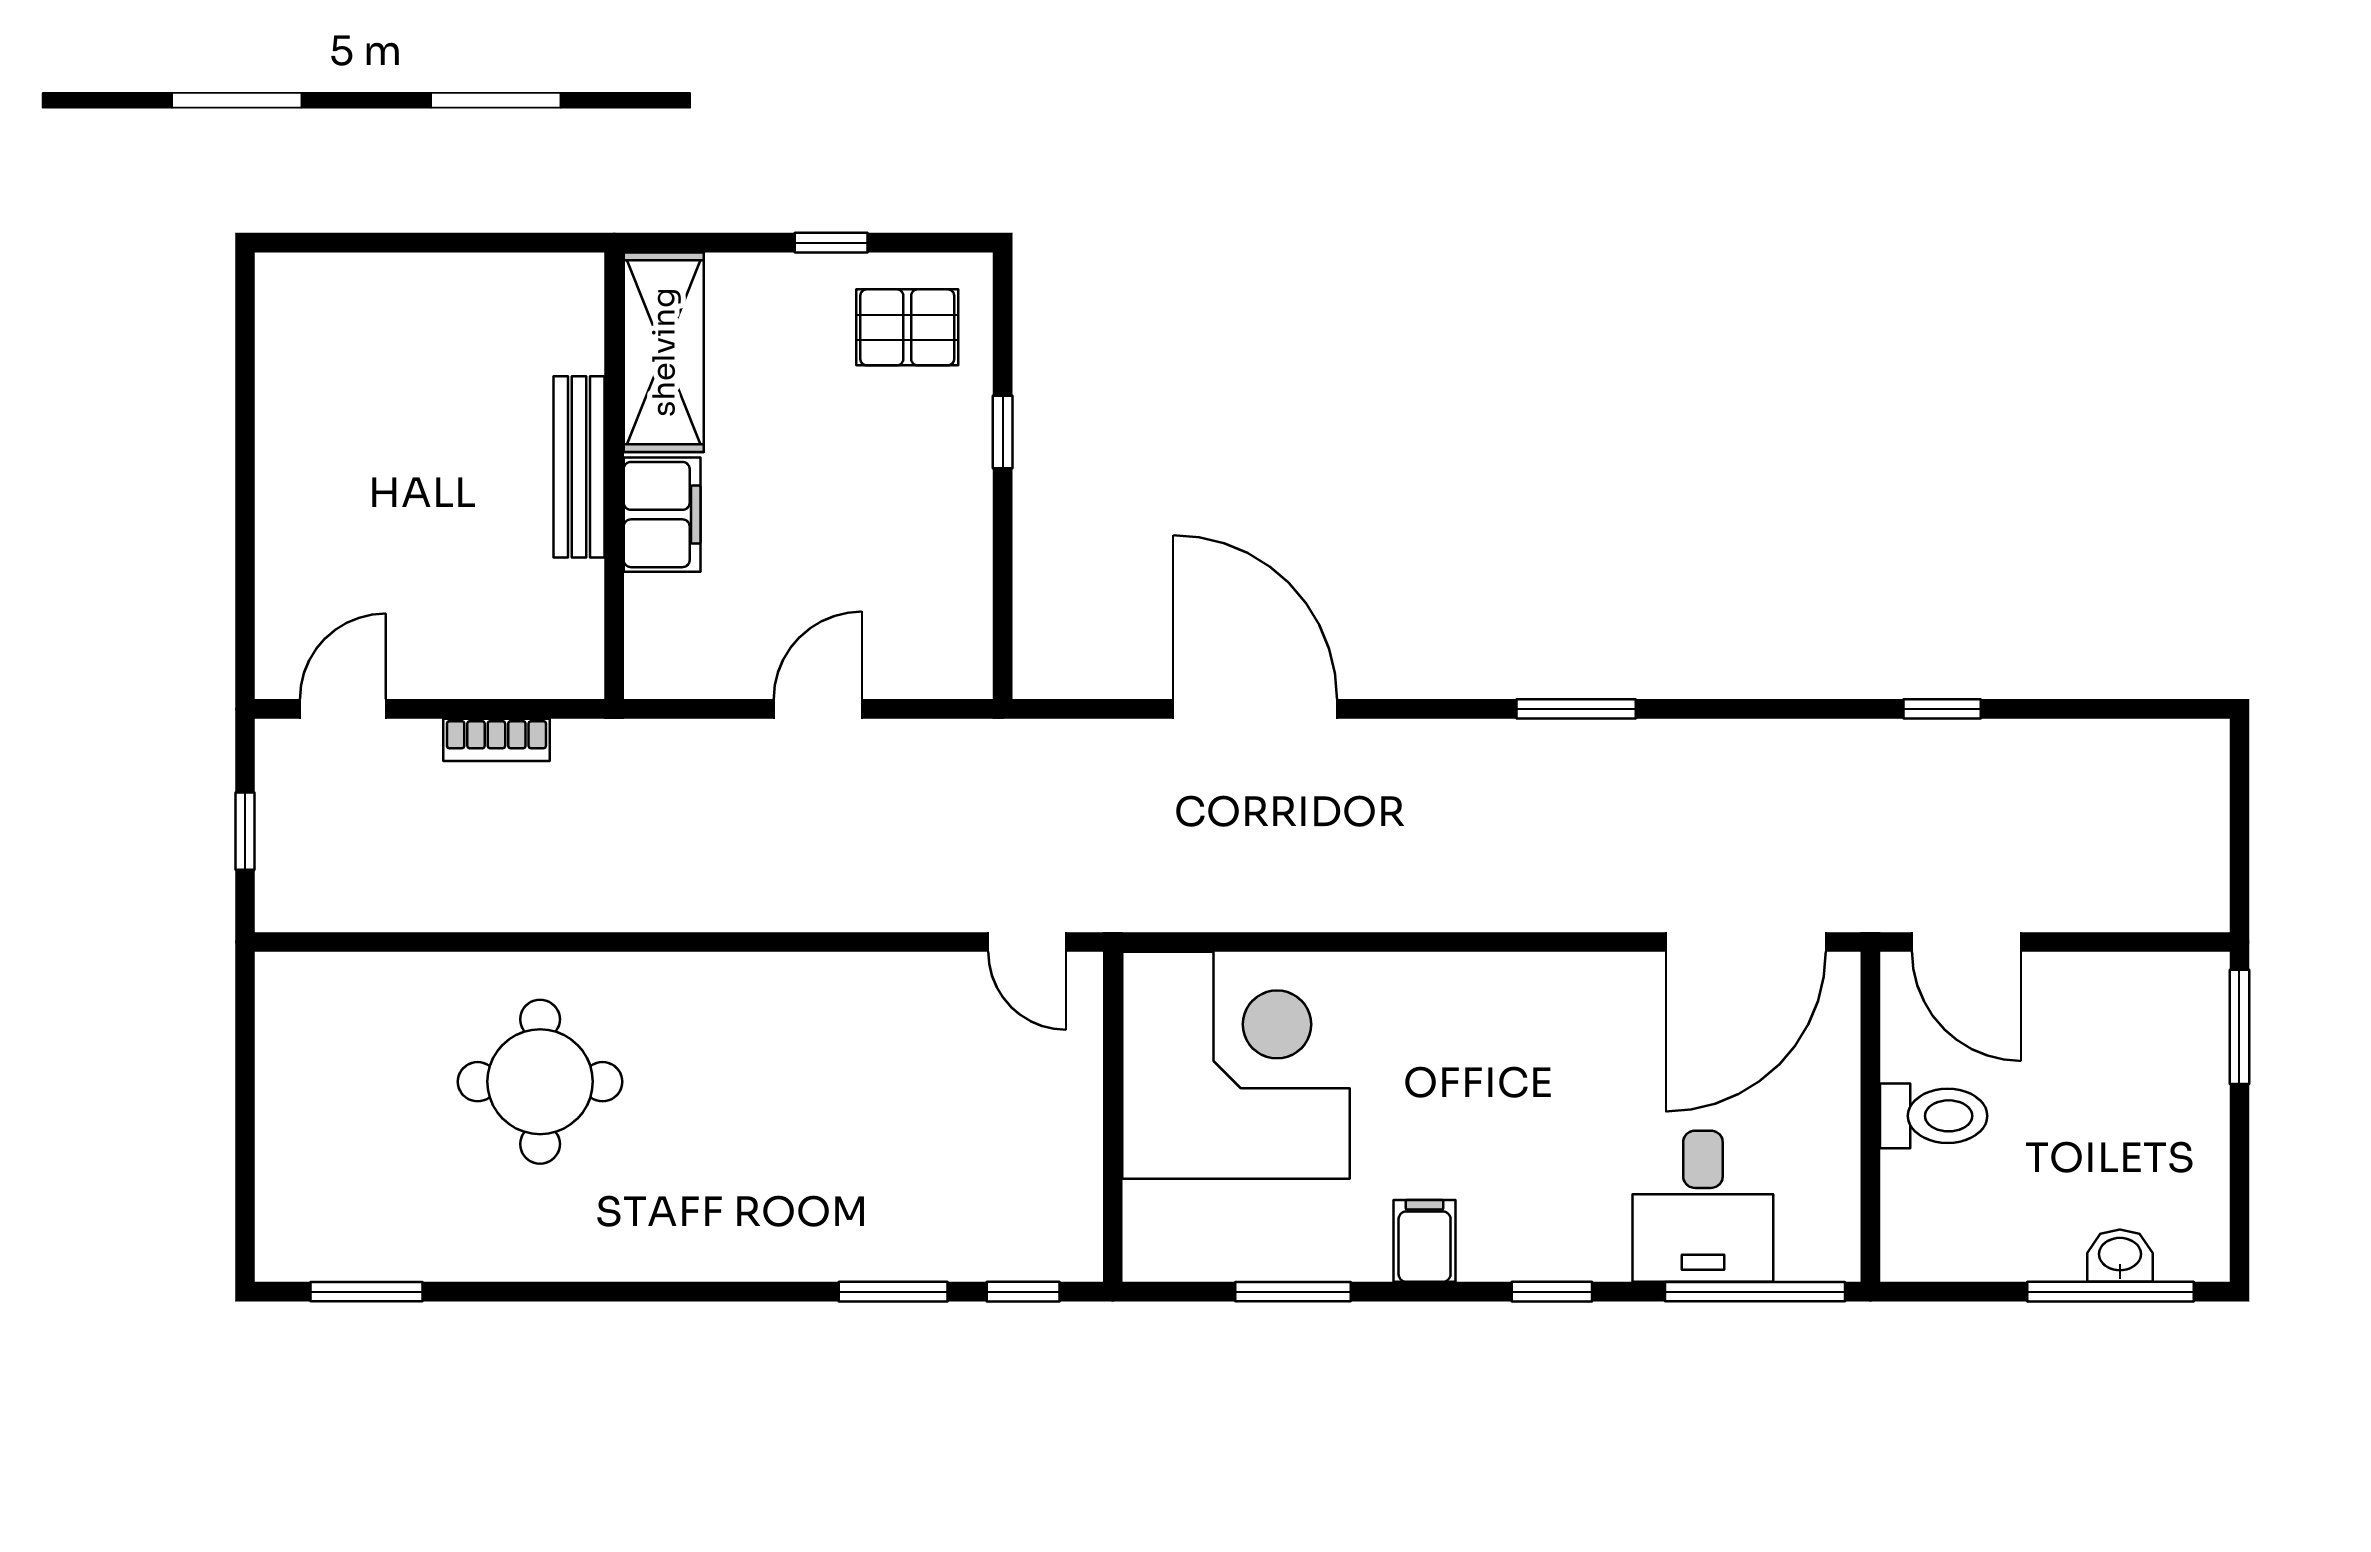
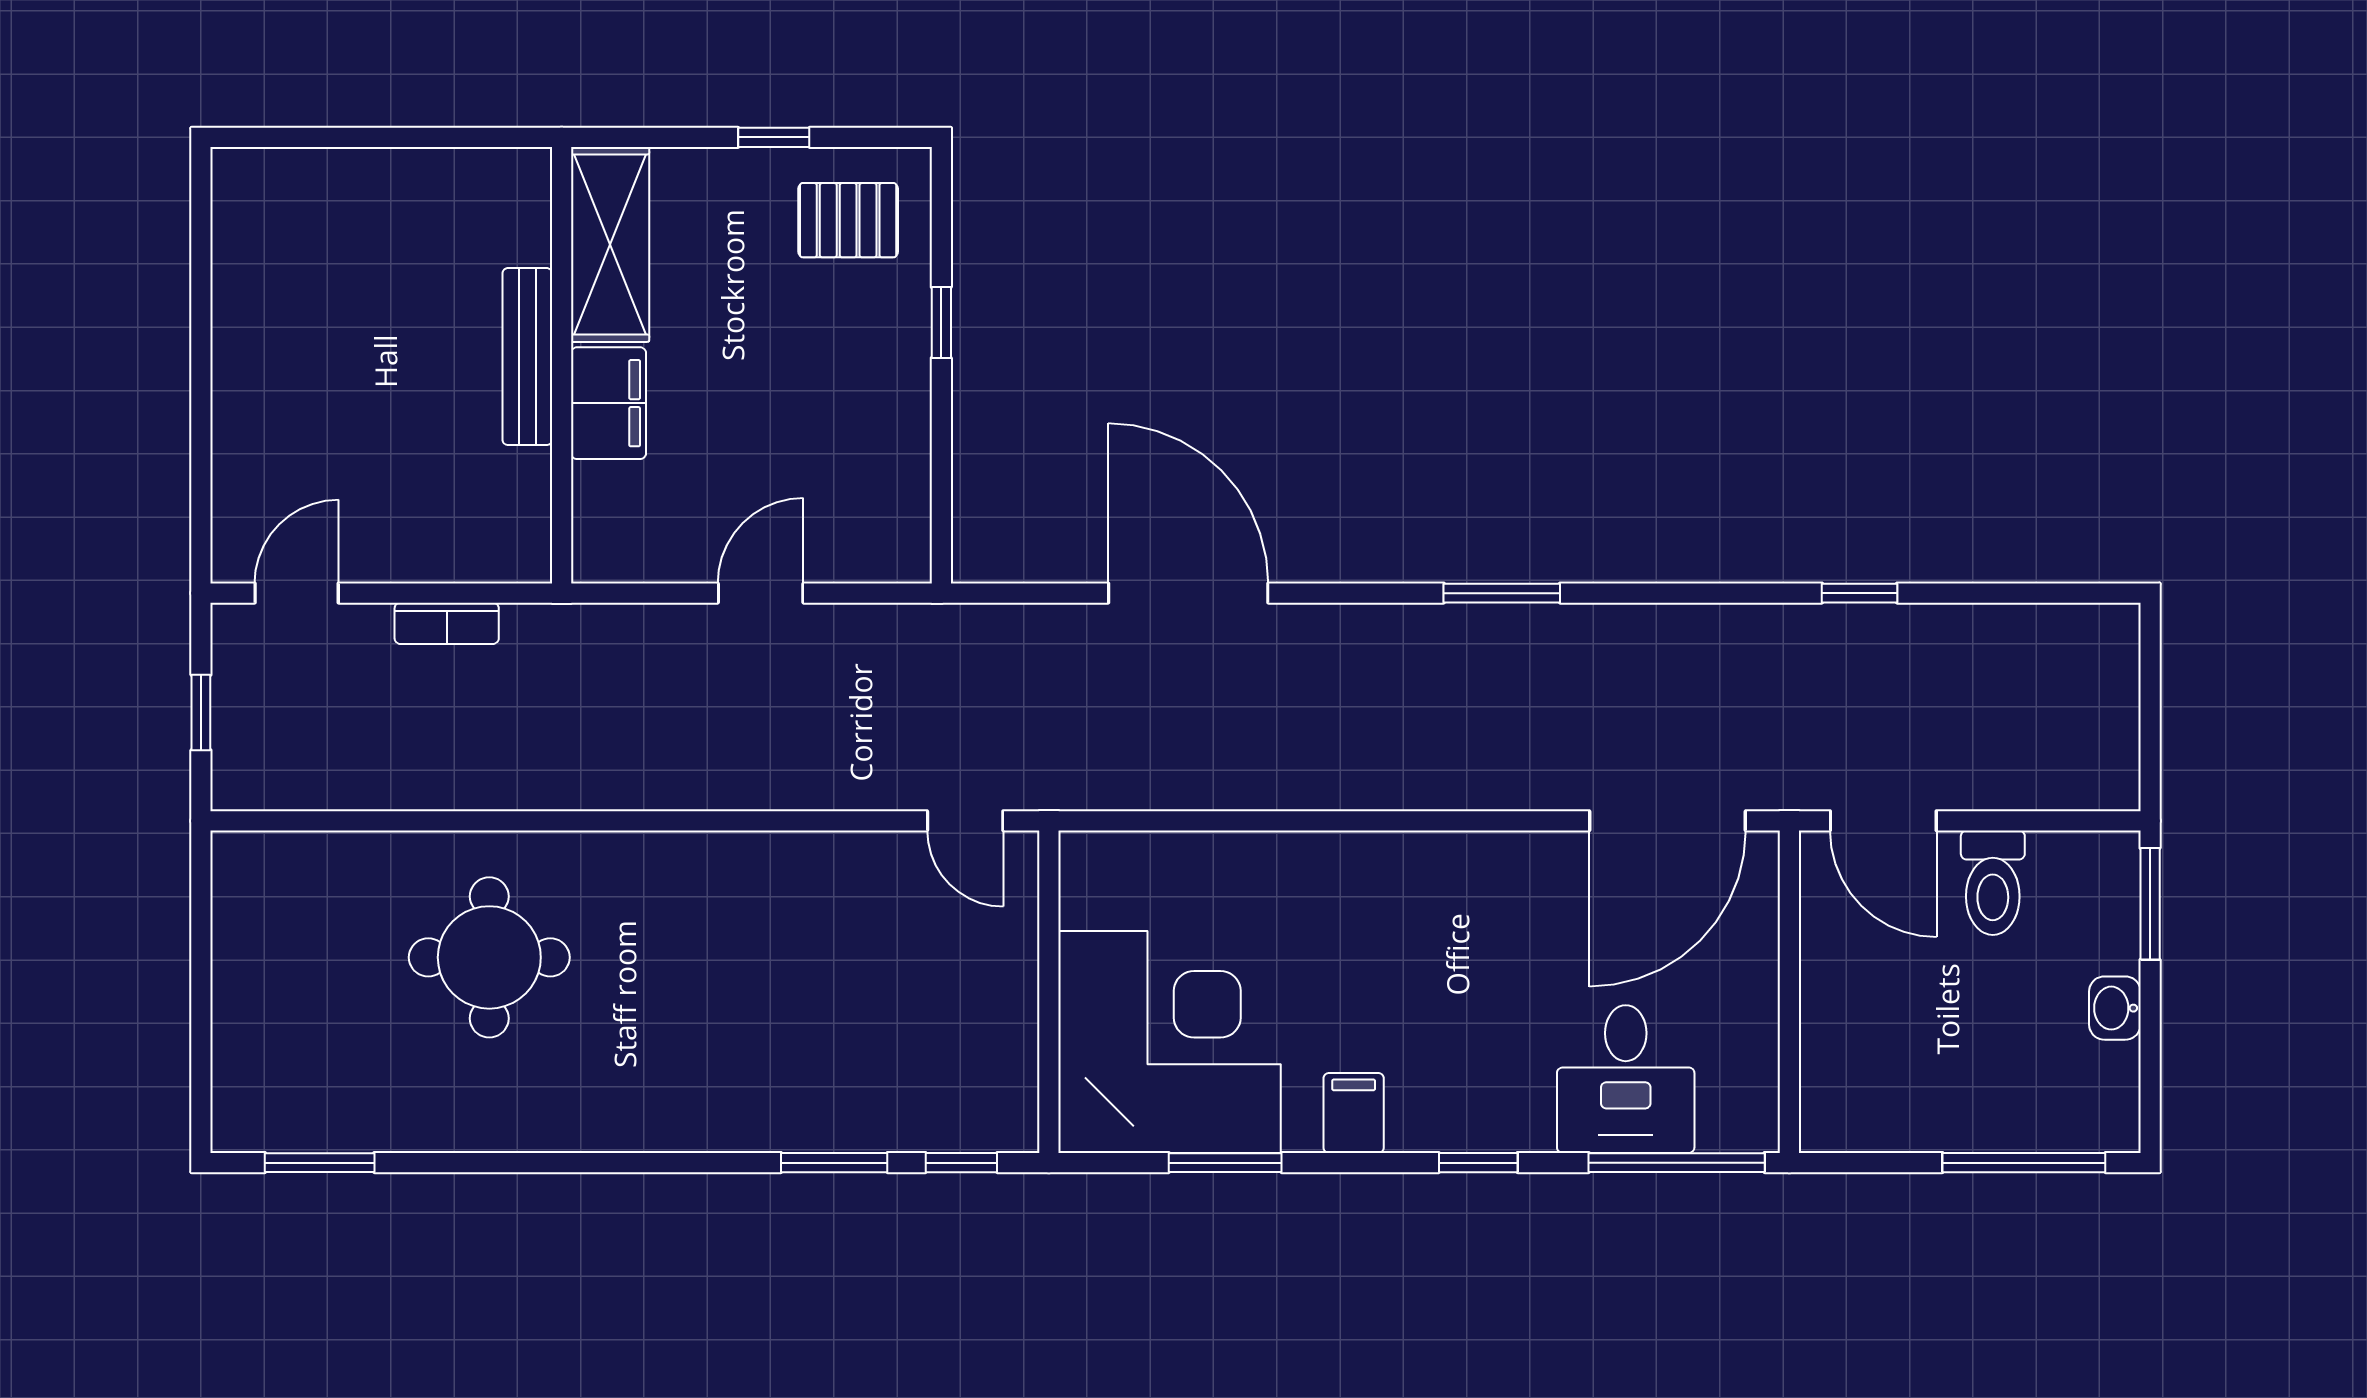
corner desk: (1236, 1065) -> (1169, 1042), moved
toilet: (1934, 1116) -> (1993, 883), moved, turned 90
washbasin: (2120, 1256) -> (2115, 1008), moved, turned -90

